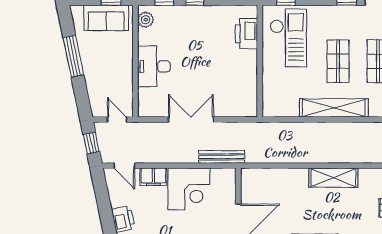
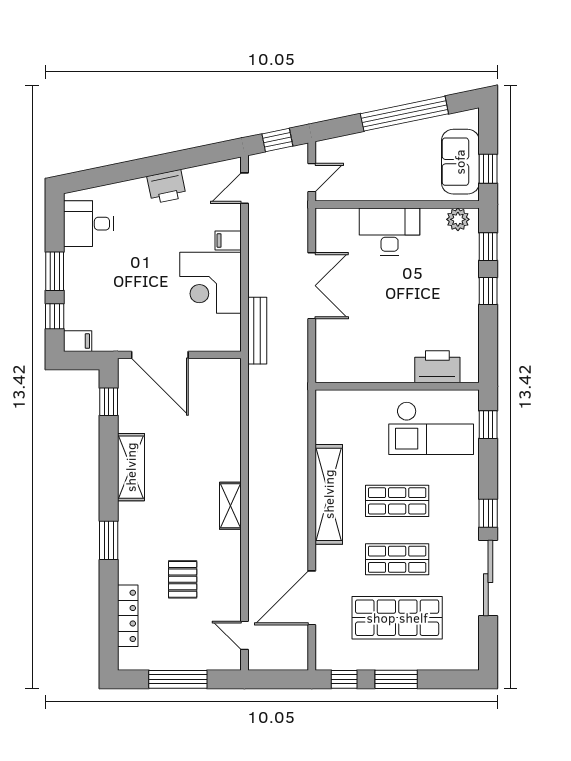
window: (73, 56) -> (404, 114), width x1.46
filing cabinet: (153, 177) -> (228, 241), width x0.50
shelving: (333, 178) -> (230, 506), width x0.67, depth x0.75

